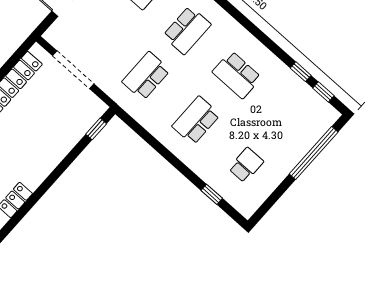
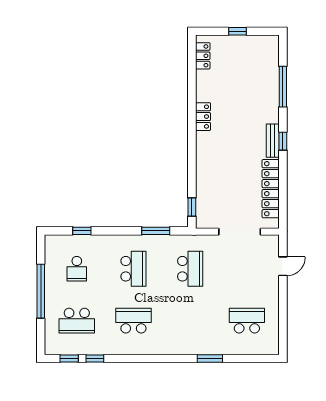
school desk: (187, 30) -> (77, 321), moved, turned -90
window: (147, 136) -> (156, 231), added
window: (314, 153) -> (41, 291), moved

